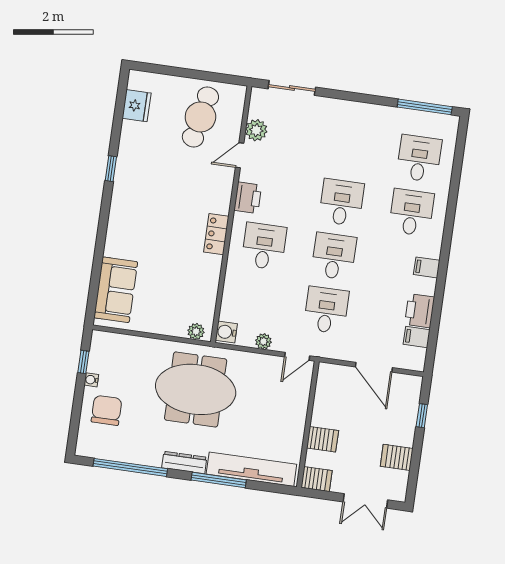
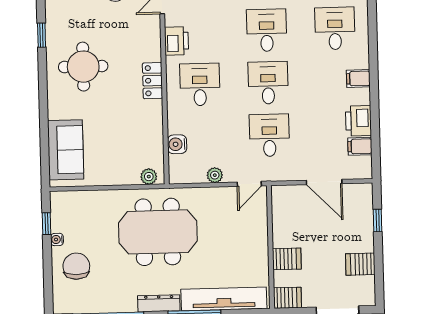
round table: (148, 208) -> (83, 67), added
water cooler: (226, 332) -> (177, 144), moved

